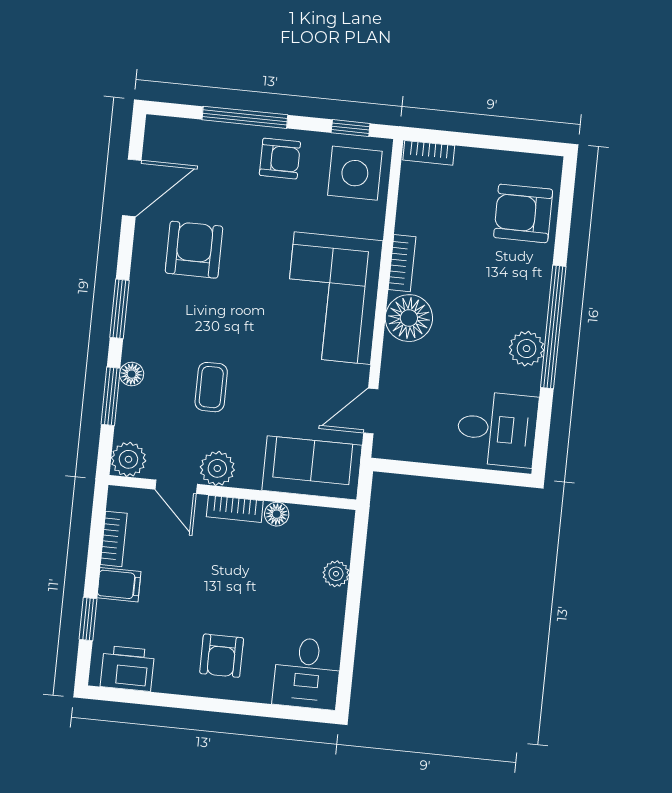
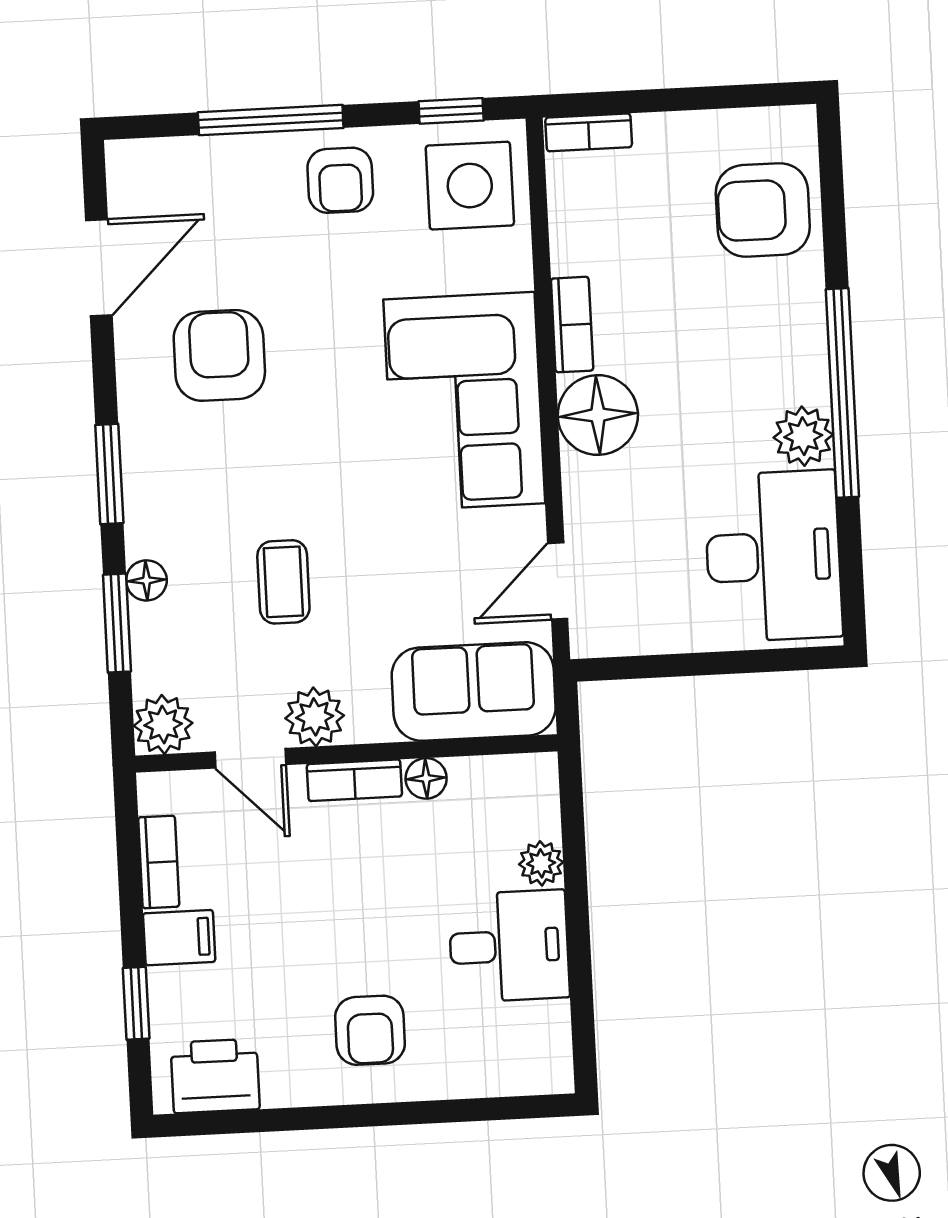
armchair: (280, 159) -> (340, 180), turned 90
desk: (497, 429) -> (773, 556), width x1.37
desk: (307, 673) -> (509, 946), moved, turned -90

